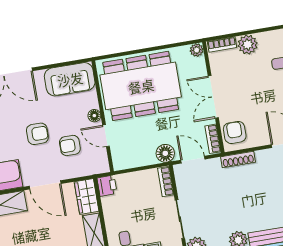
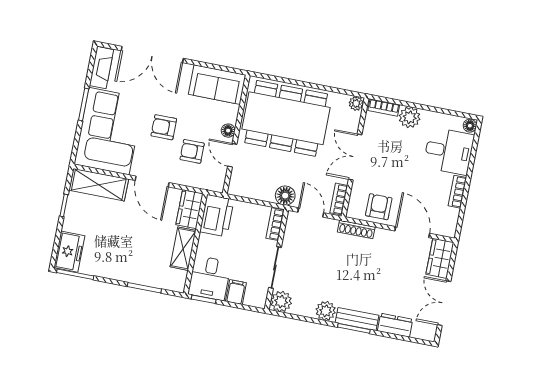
armchair: (235, 132) -> (379, 207), moved
armchair: (37, 134) -> (164, 127), turned 180
printer: (107, 186) -> (217, 216), width x1.87, depth x1.48

